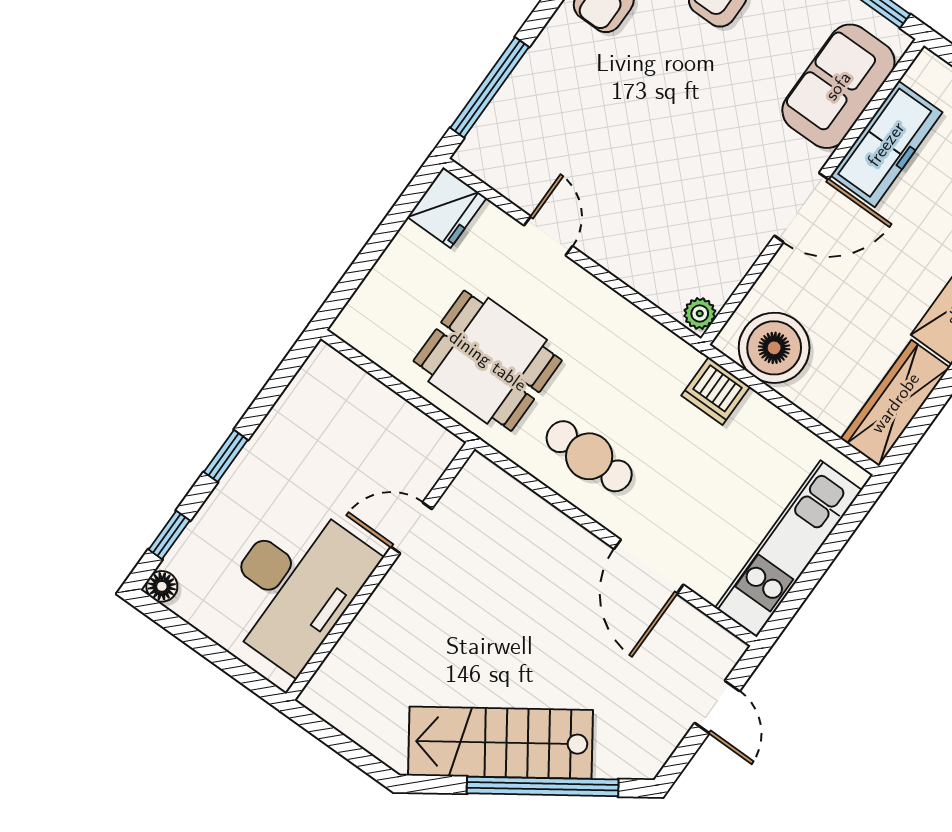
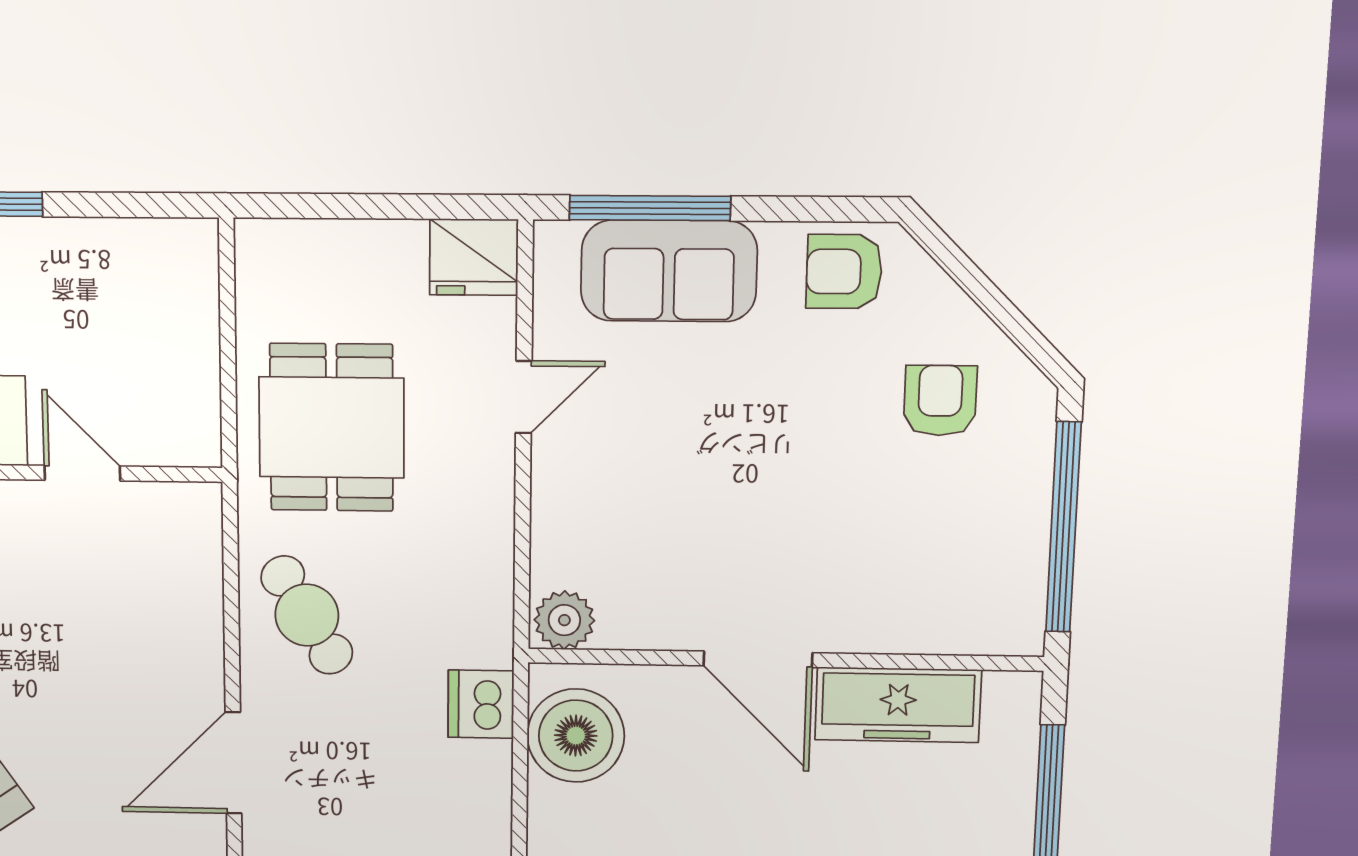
sofa: (838, 86) -> (669, 271), moved, turned 180
plant: (700, 314) -> (564, 620), width x1.38, depth x1.38
cafe table: (589, 456) -> (307, 615), turned -31

